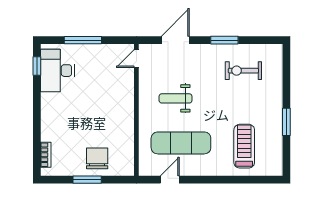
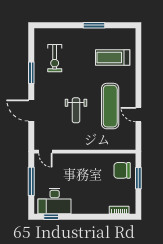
door: (136, 59) -> (45, 152), moved
wall: (136, 110) -> (85, 152), moved

